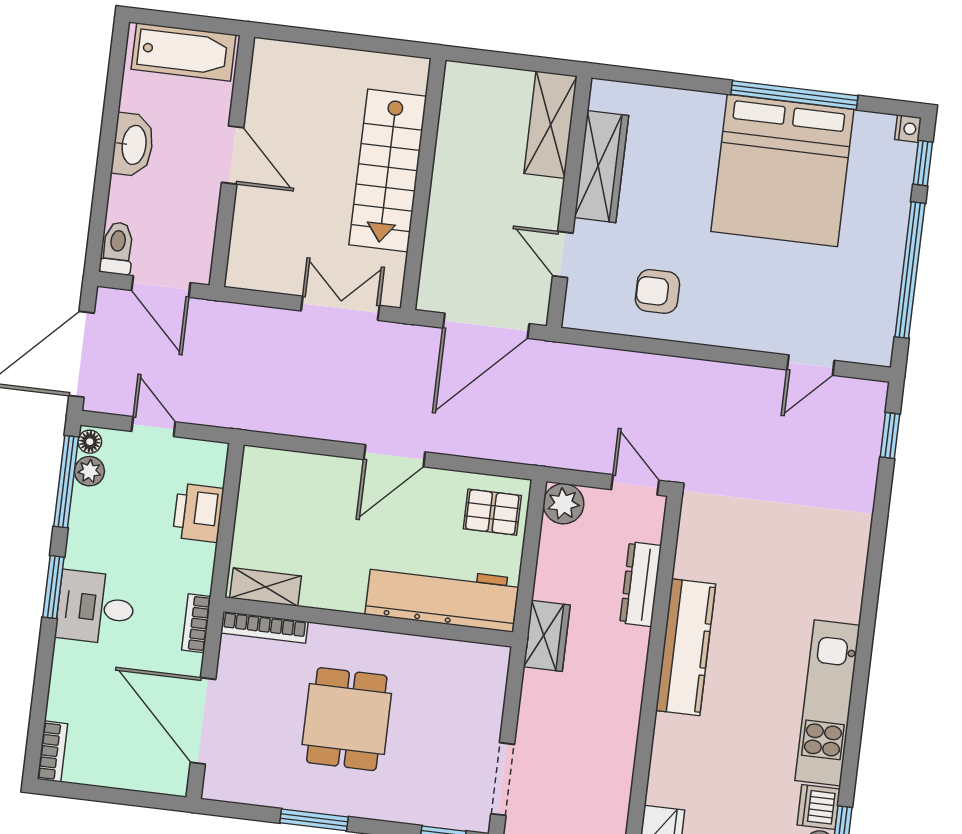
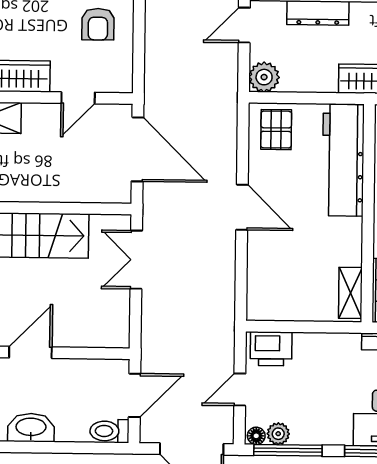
printer: (198, 513) -> (271, 349), moved

